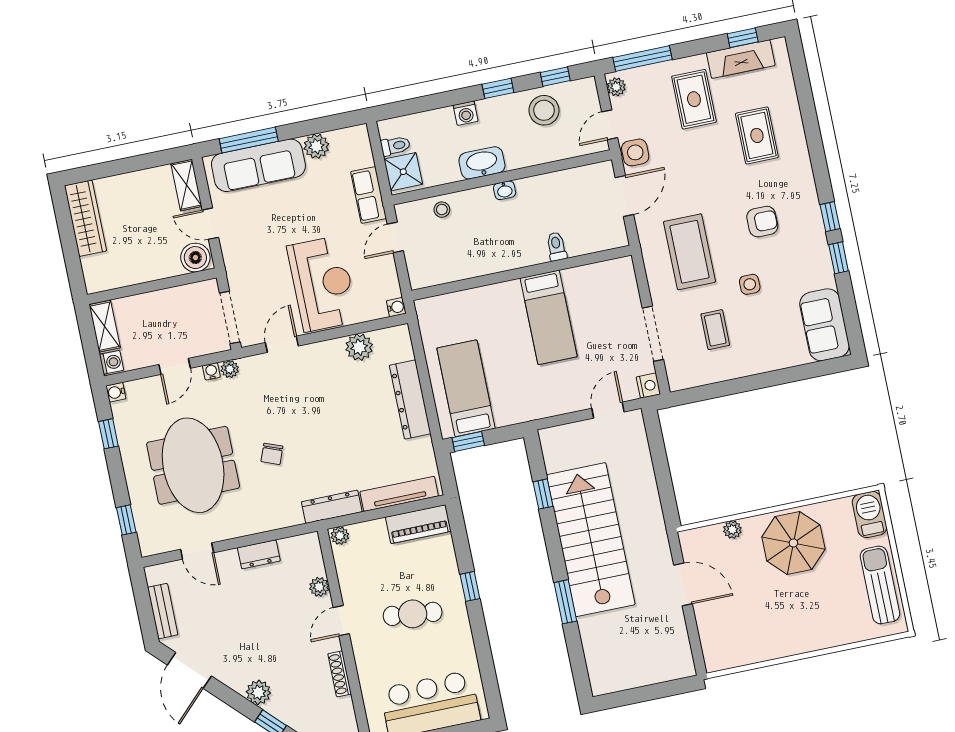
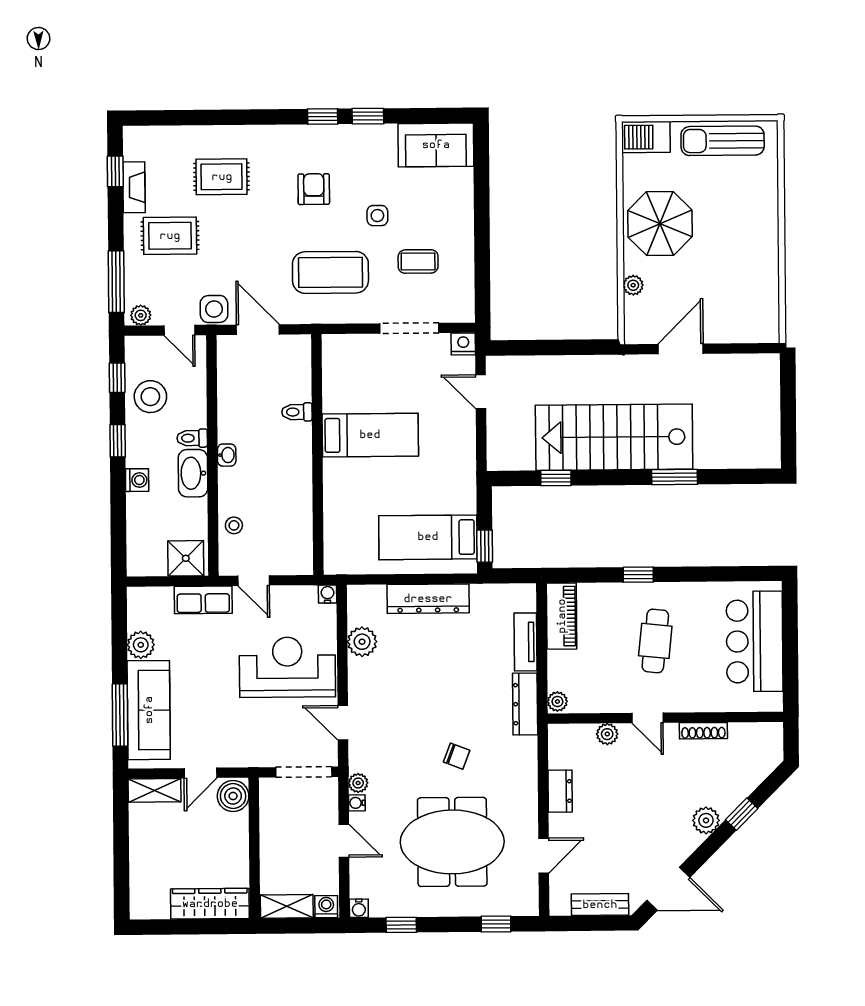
fireplace: (741, 59) -> (134, 187), width x0.73, depth x0.76
toilet: (395, 146) -> (192, 438), moved, turned -90
wardrobe: (85, 218) -> (210, 904), moved
tv unit: (399, 494) -> (526, 642), width x0.71

